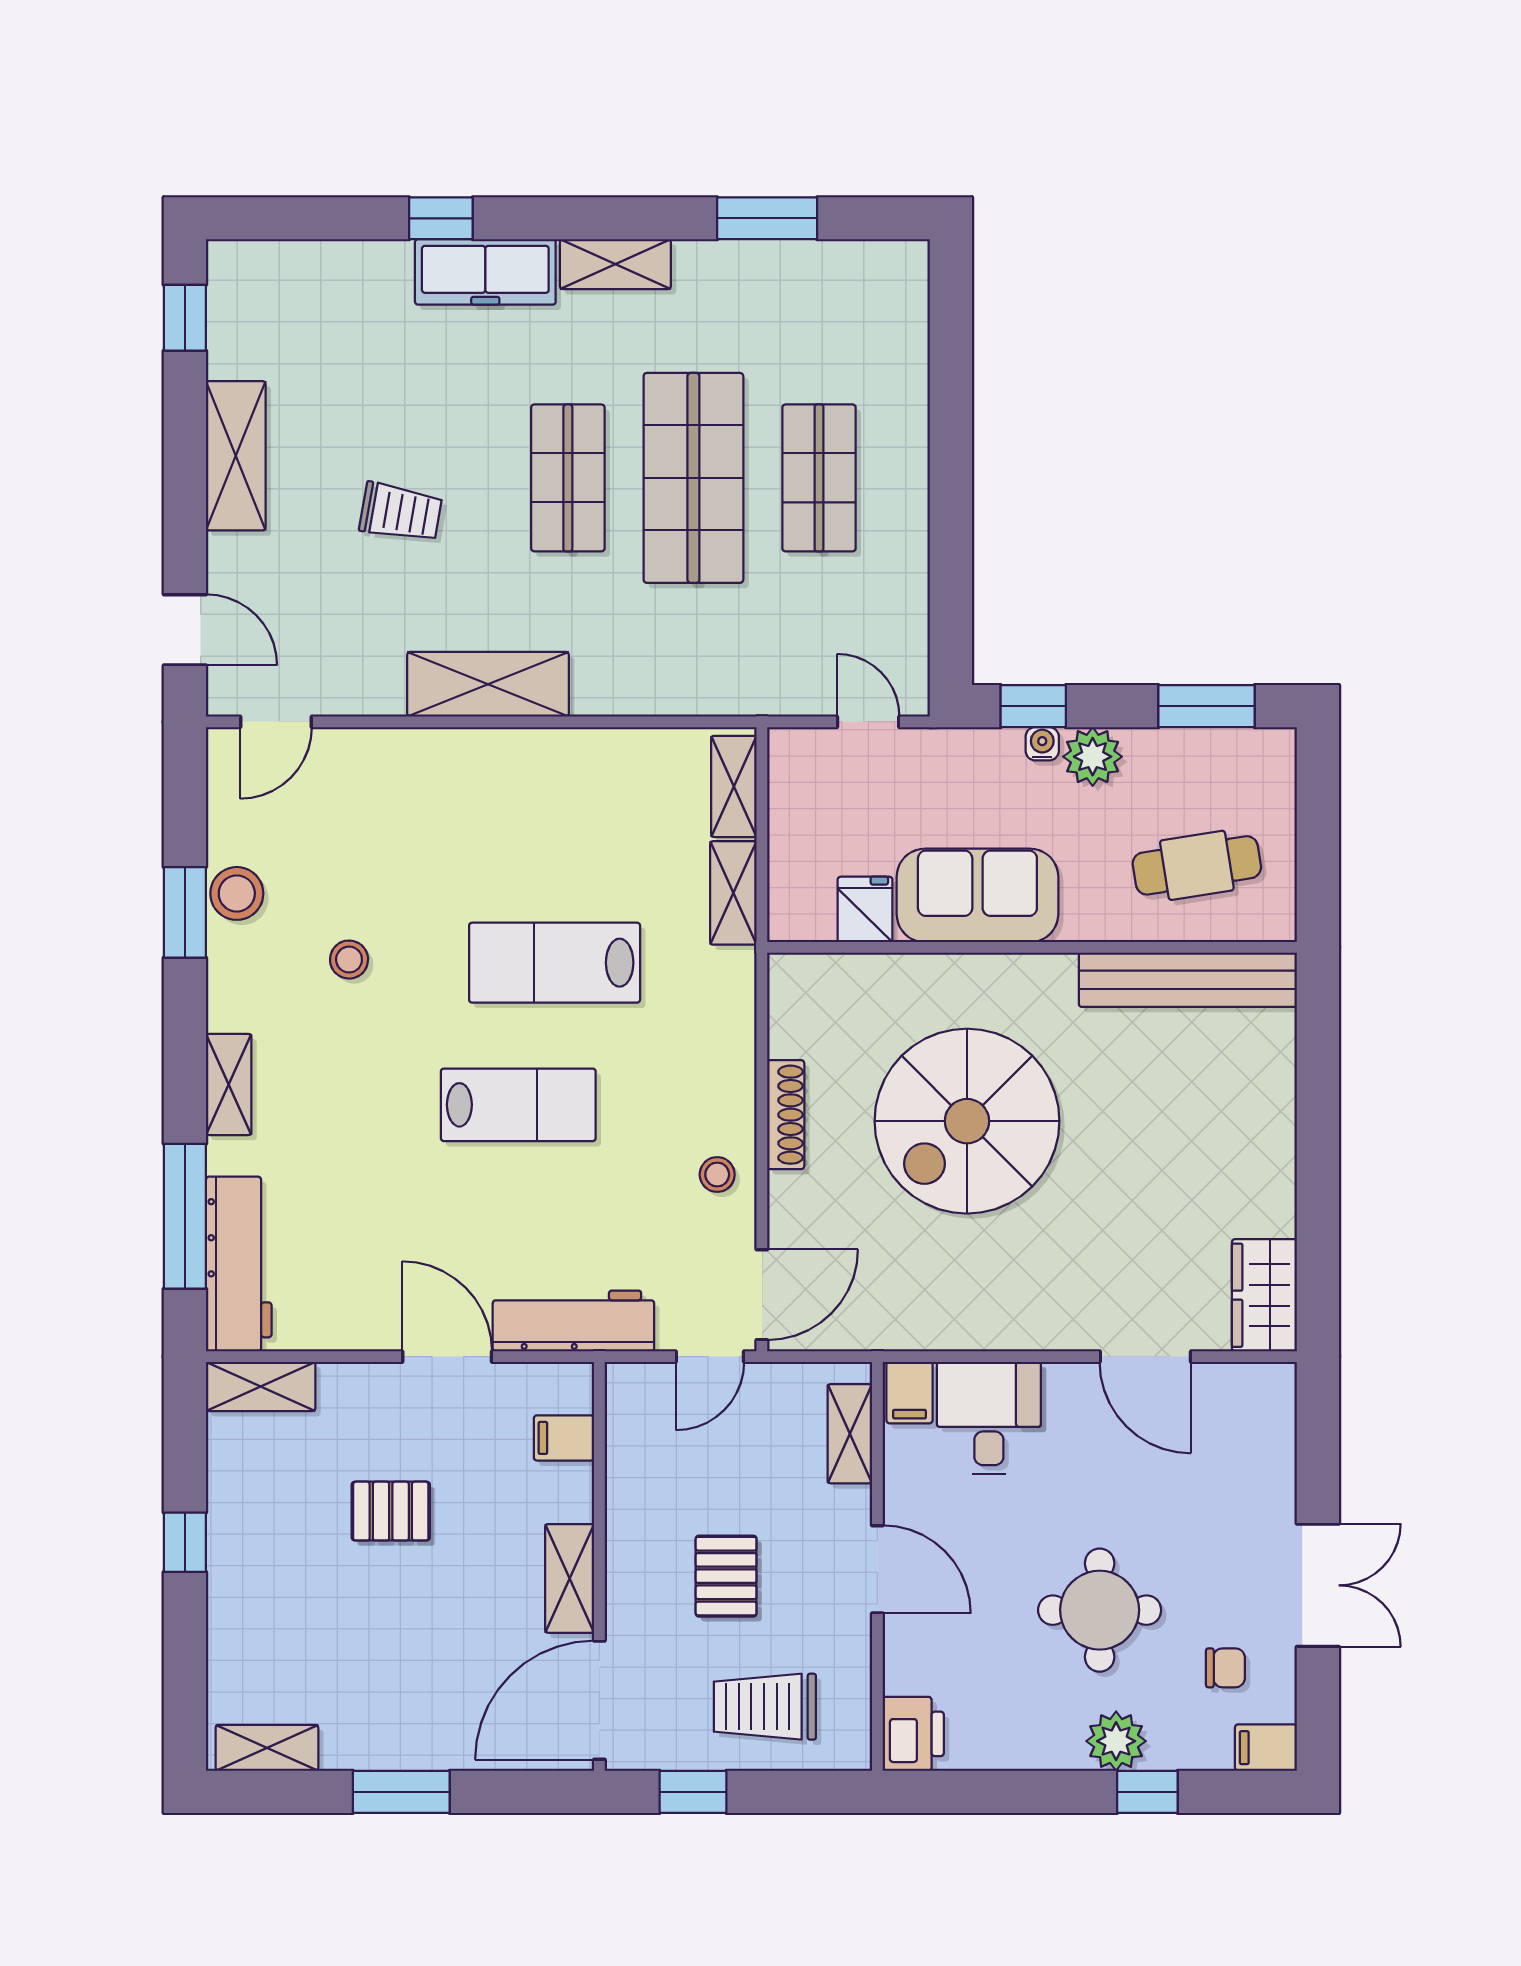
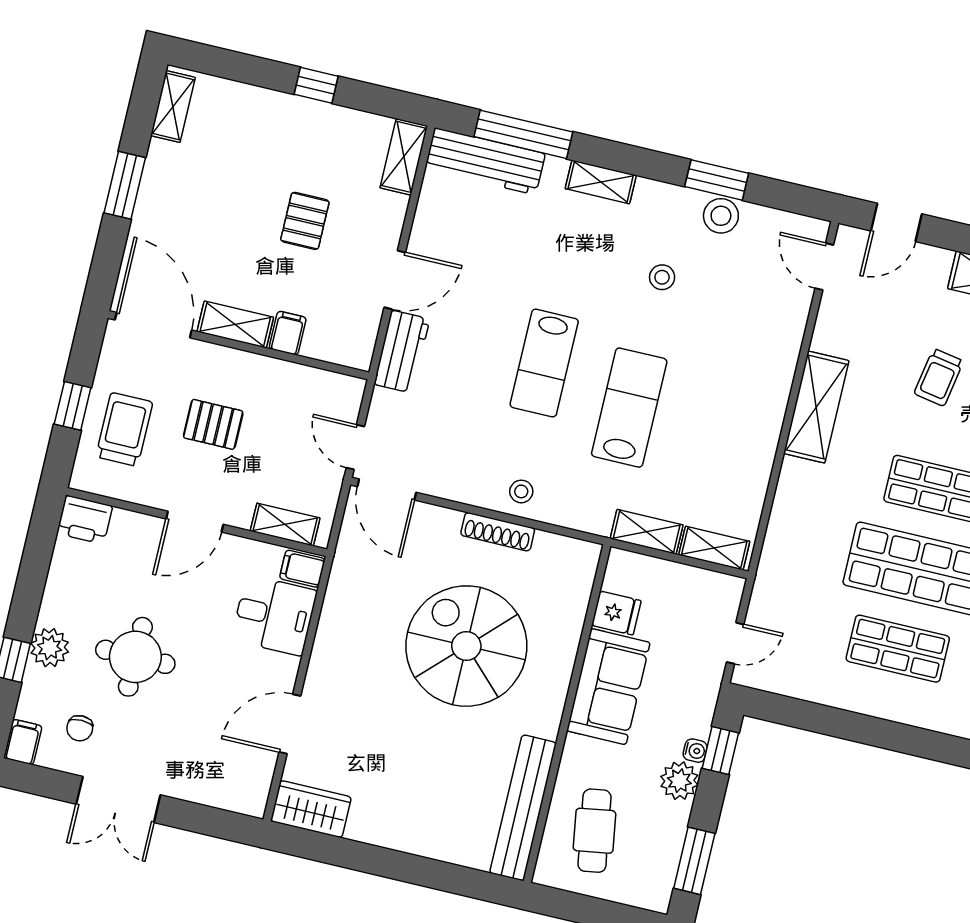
stool: (717, 1175) -> (521, 491), moved
workbench: (573, 1321) -> (402, 352), width x0.73
filing cabinet: (564, 1438) -> (288, 333), moved
window: (693, 1792) -> (73, 406), moved

